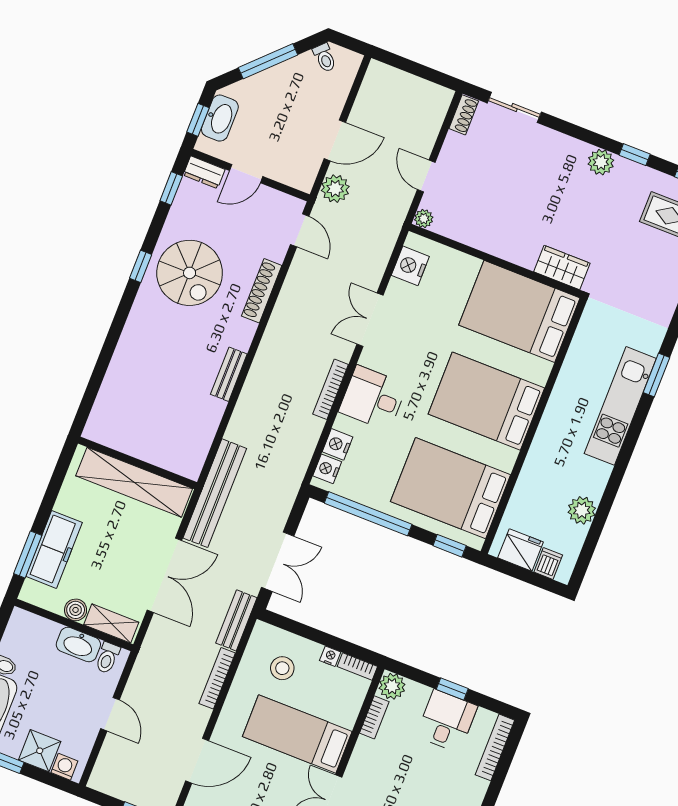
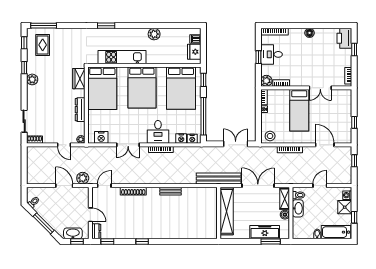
door: (426, 176) -> (64, 145), hinge flipped
dresser: (491, 243) -> (80, 110), added
spiral stairs: (190, 273) -> (137, 222), removed
kitchen unit: (620, 406) -> (122, 57), moved, turned 180
plant: (582, 510) -> (154, 34), moved
bench: (236, 620) -> (265, 151), removed
stool: (282, 668) -> (270, 136), moved

